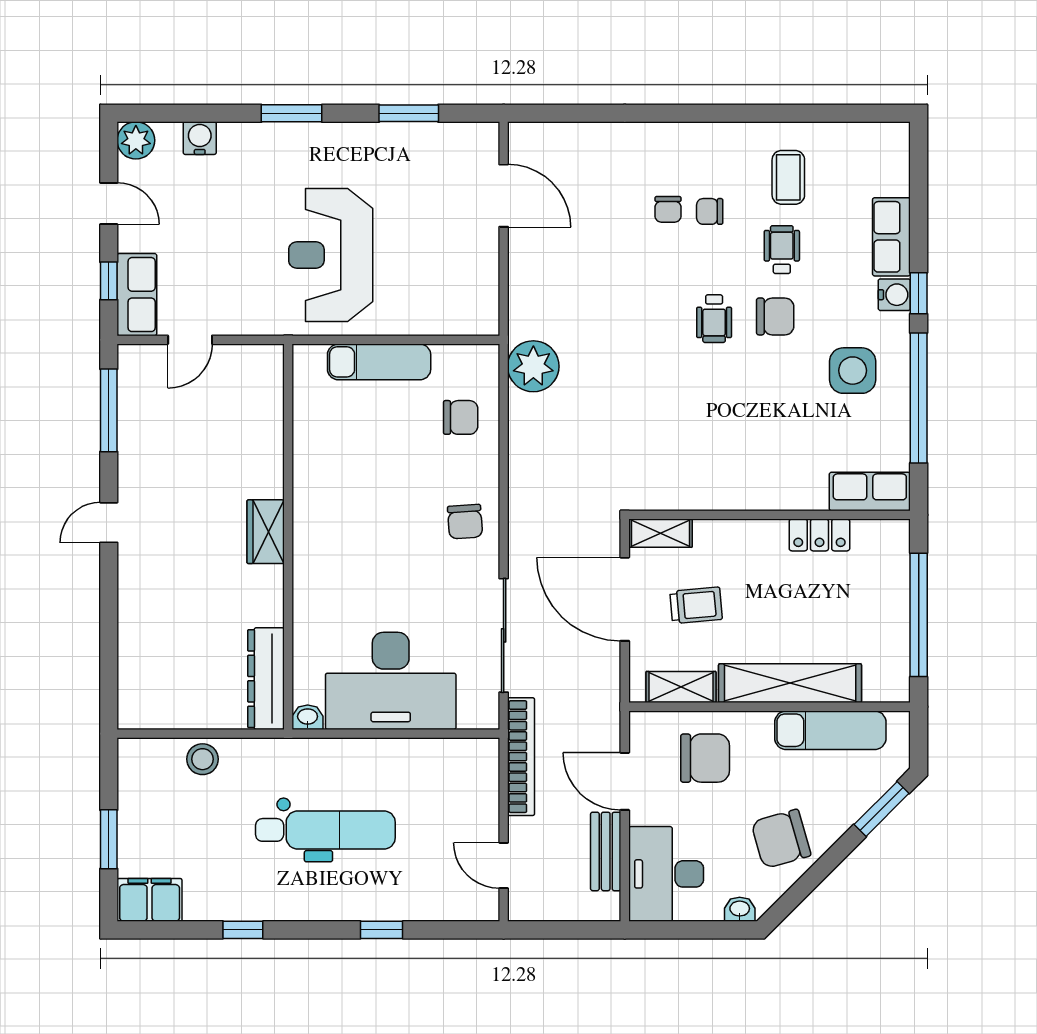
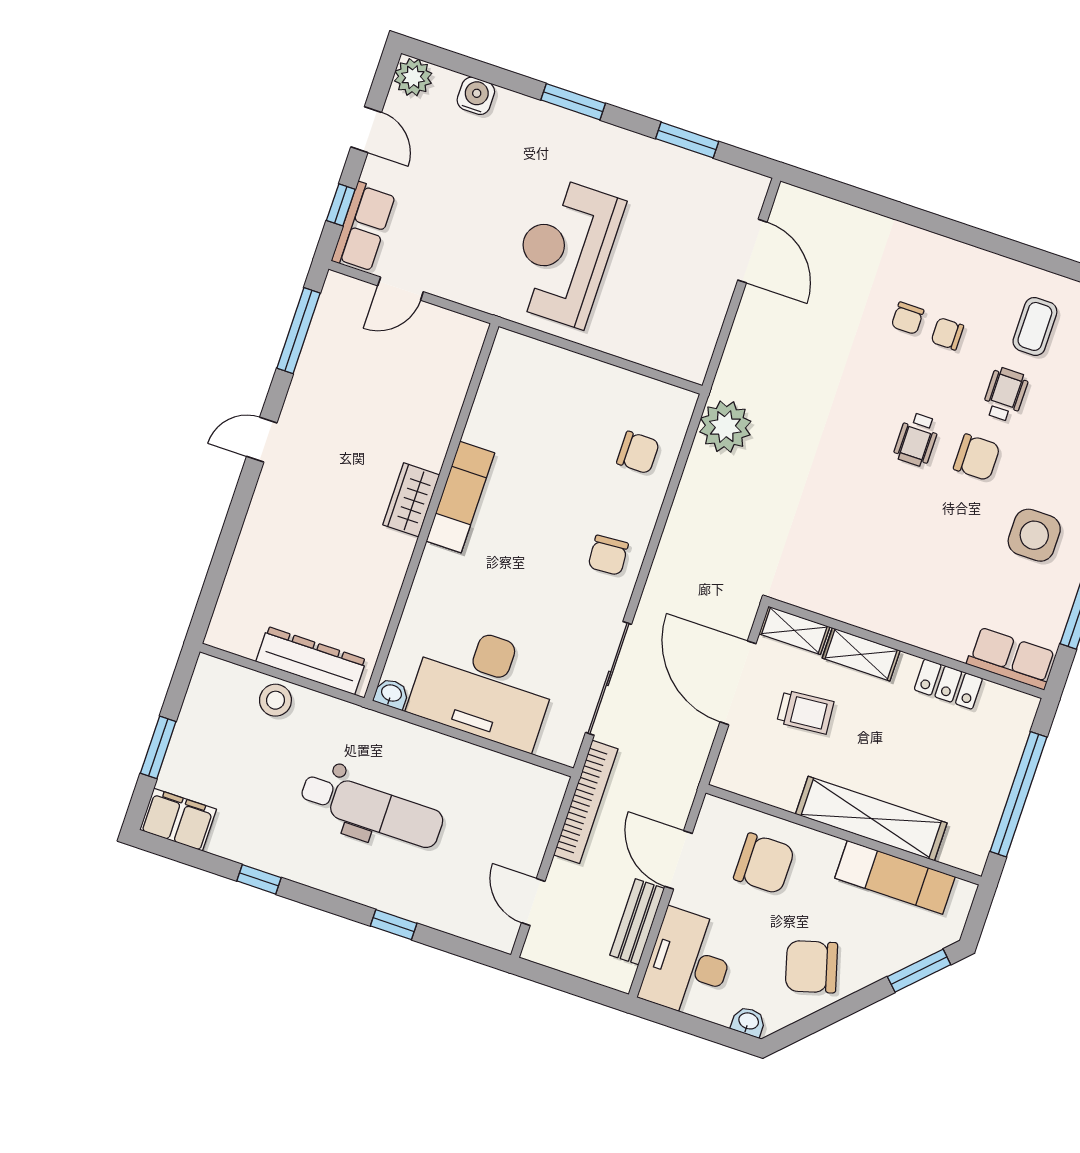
exam couch: (379, 362) -> (460, 497), moved, turned -90
dresser: (266, 679) -> (311, 661), moved, turned 90
shelving: (681, 687) -> (861, 654), moved

